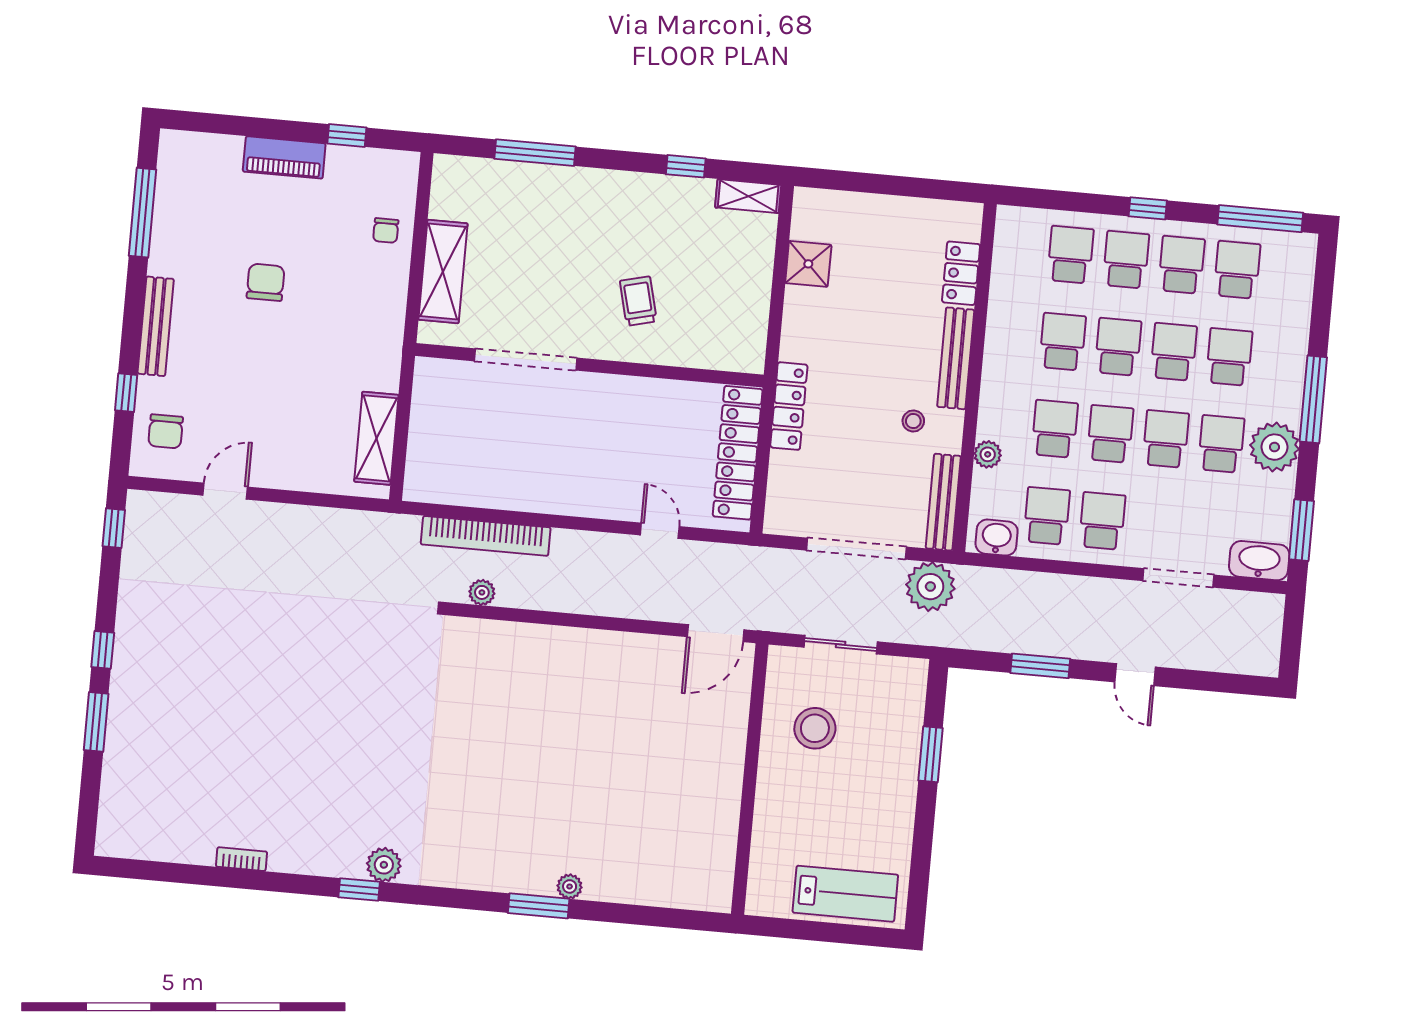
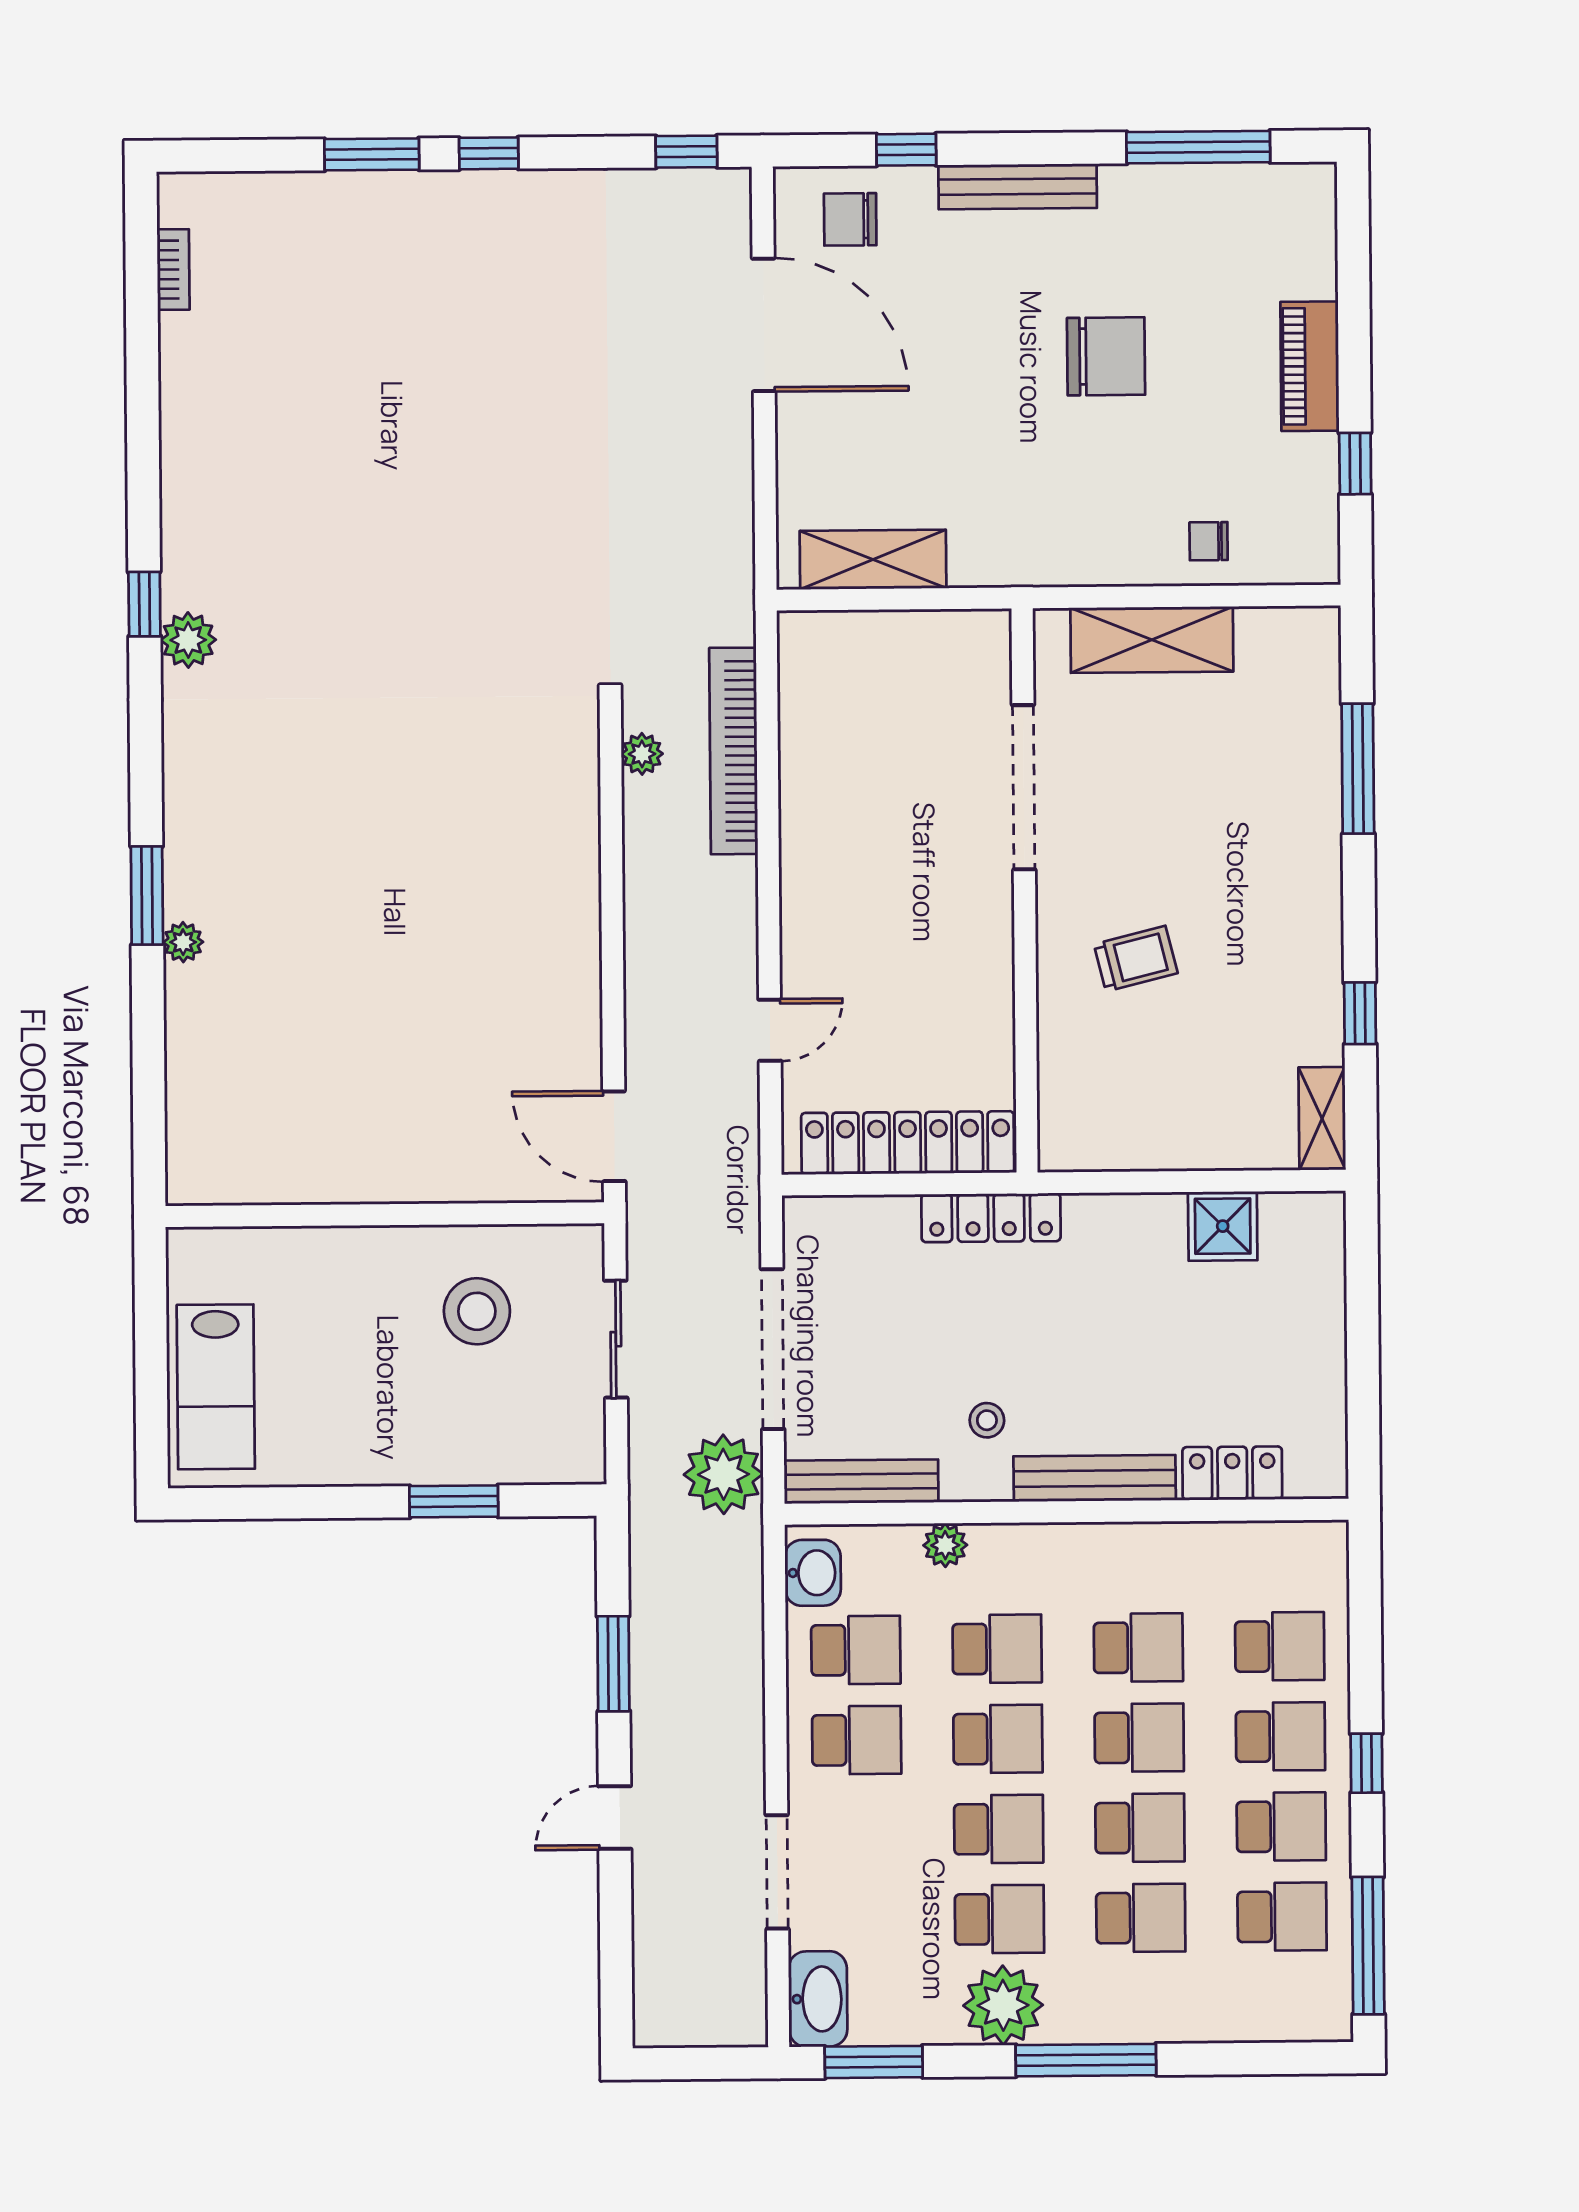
chair: (266, 282) -> (1106, 356), width x1.37, depth x1.37
door: (225, 491) -> (764, 325), width x1.87
bookcase: (241, 859) -> (173, 270), moved

